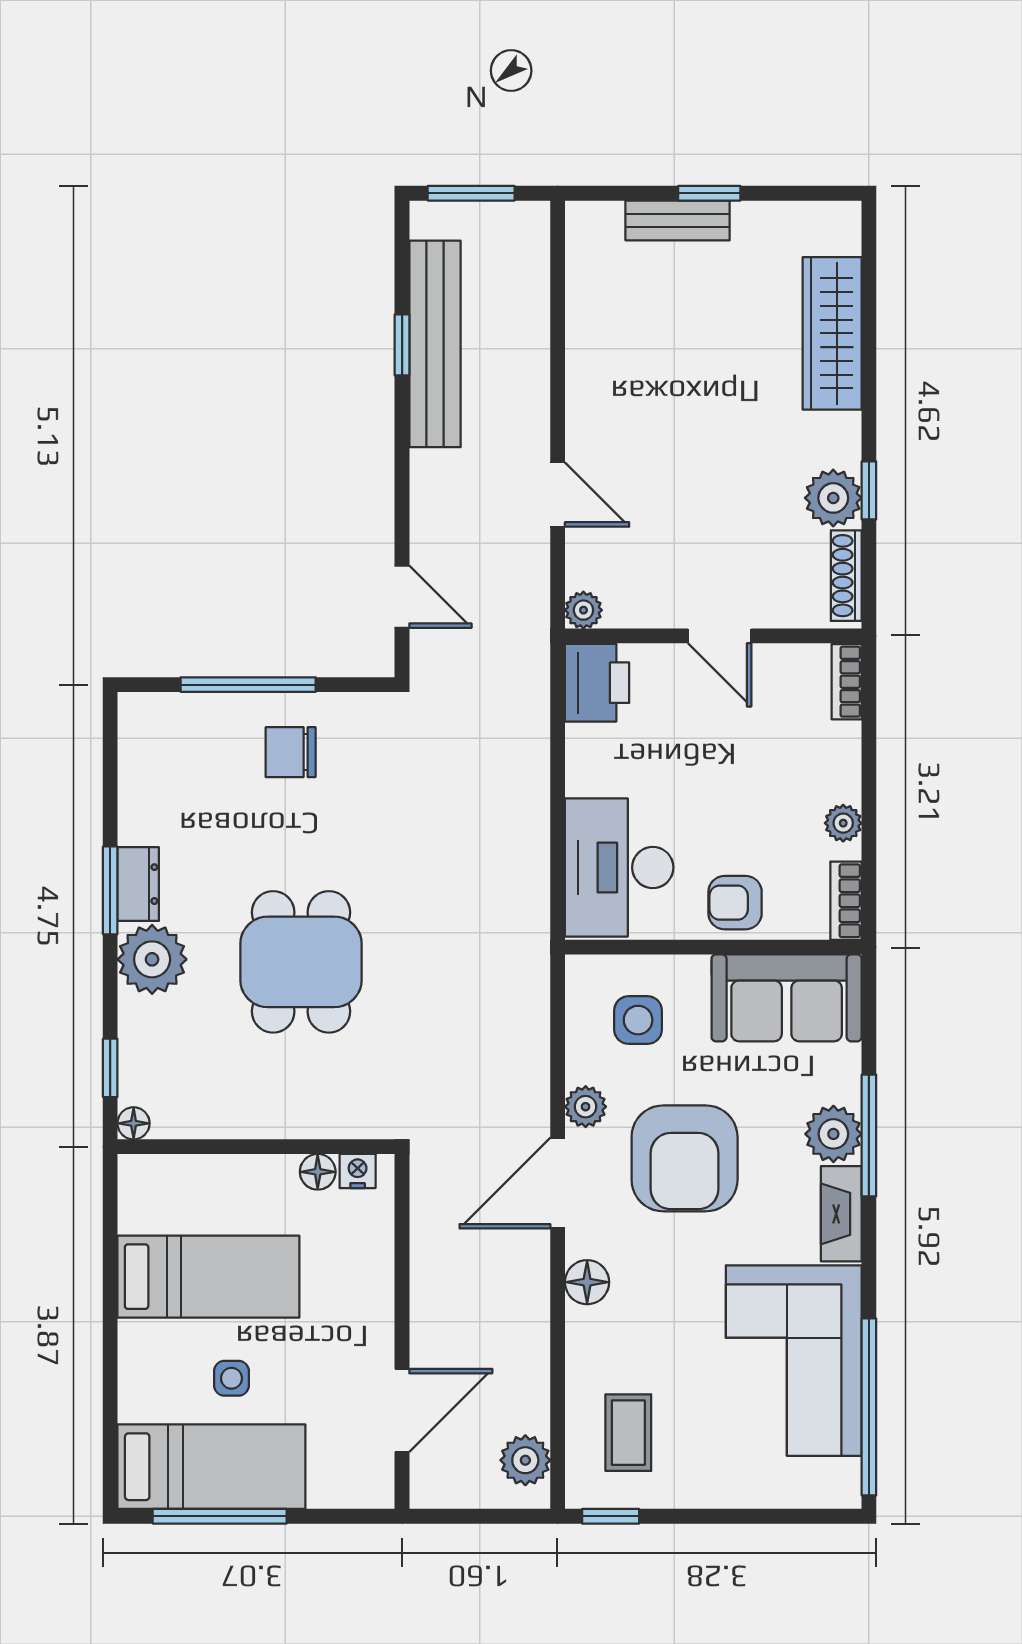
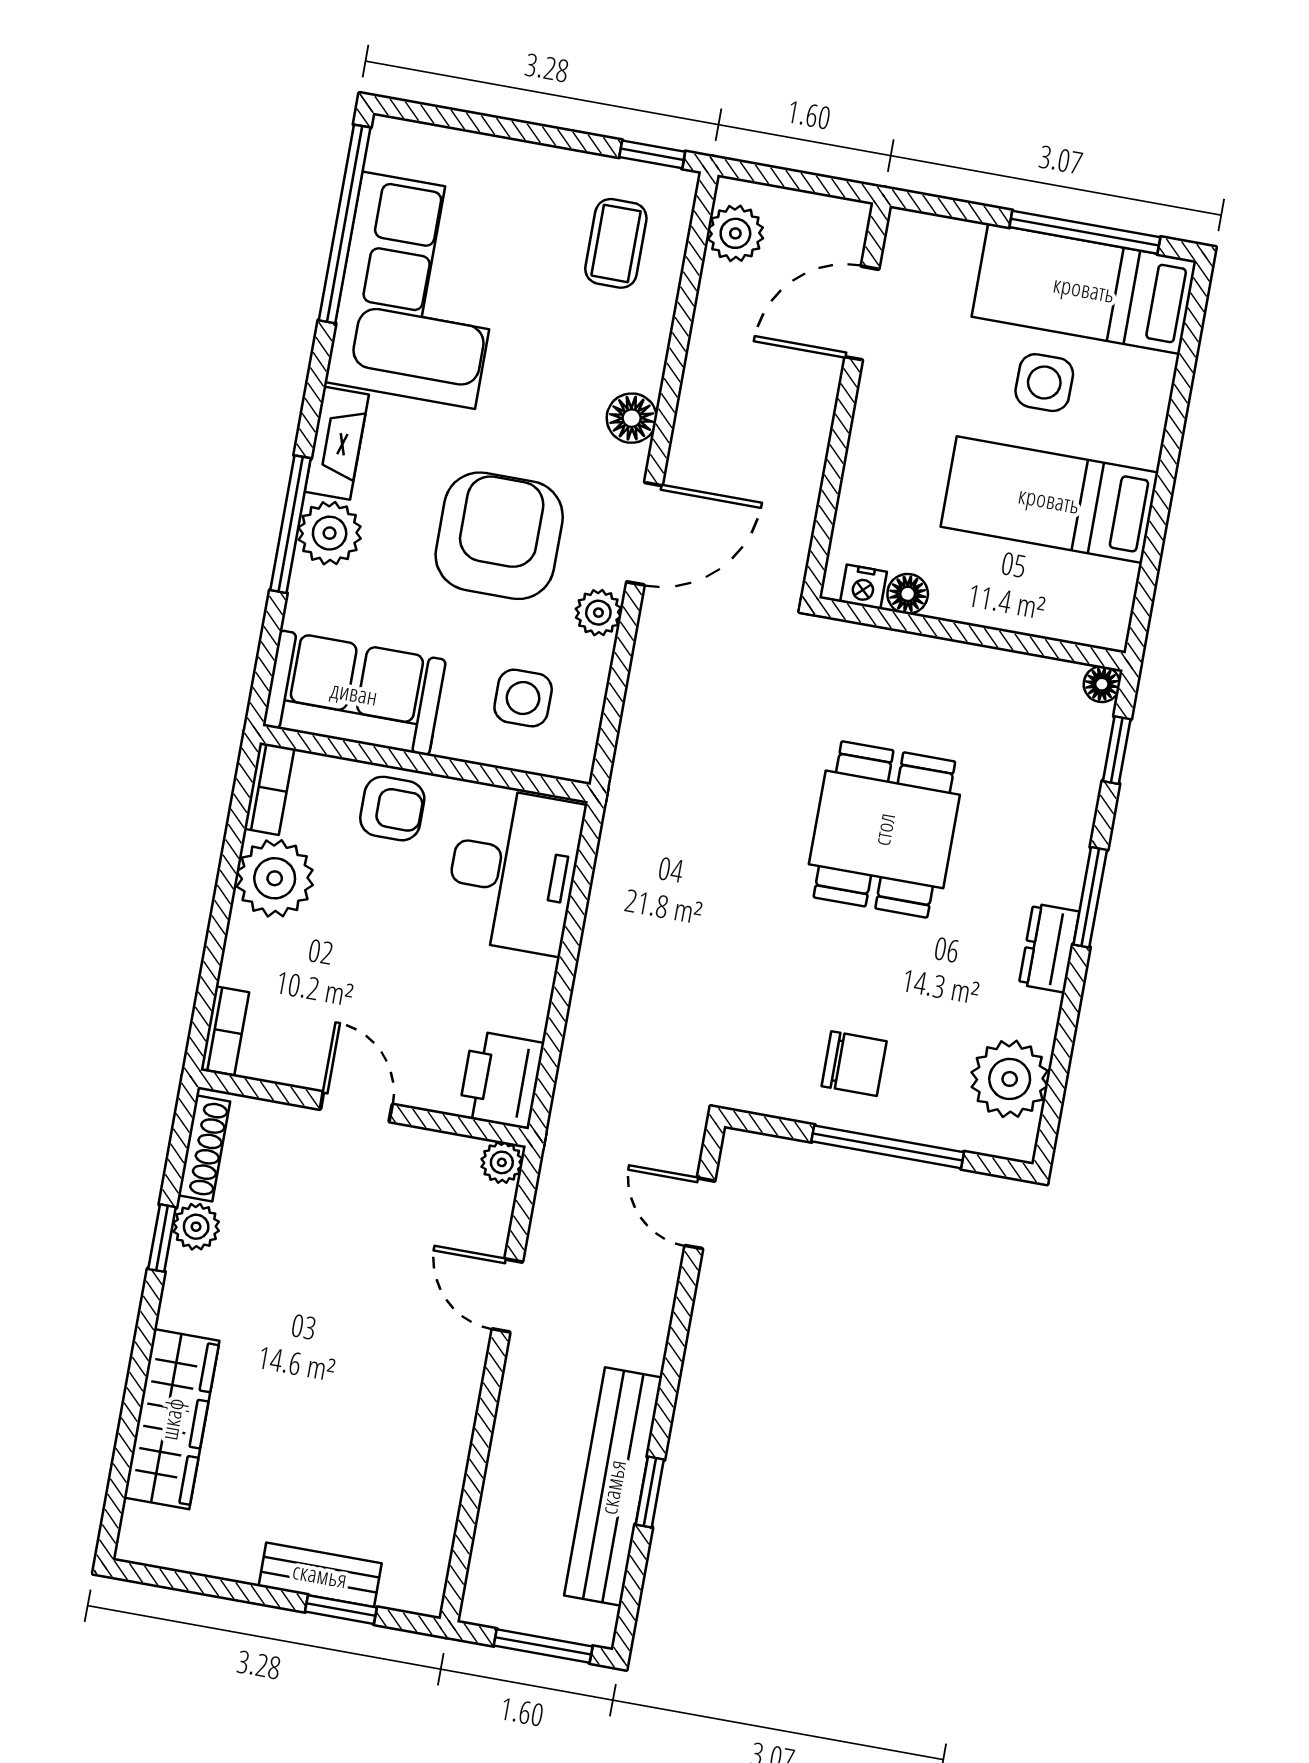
window: (709, 193) -> (341, 1610), moved
plant: (833, 498) -> (196, 1227), width x0.73, depth x0.73
plant: (843, 823) -> (275, 878), width x1.88, depth x1.88
window: (110, 890) -> (1090, 897), moved
plant: (152, 959) -> (1010, 1079), moved
side table: (231, 1378) -> (1044, 383), width x1.37, depth x1.37

